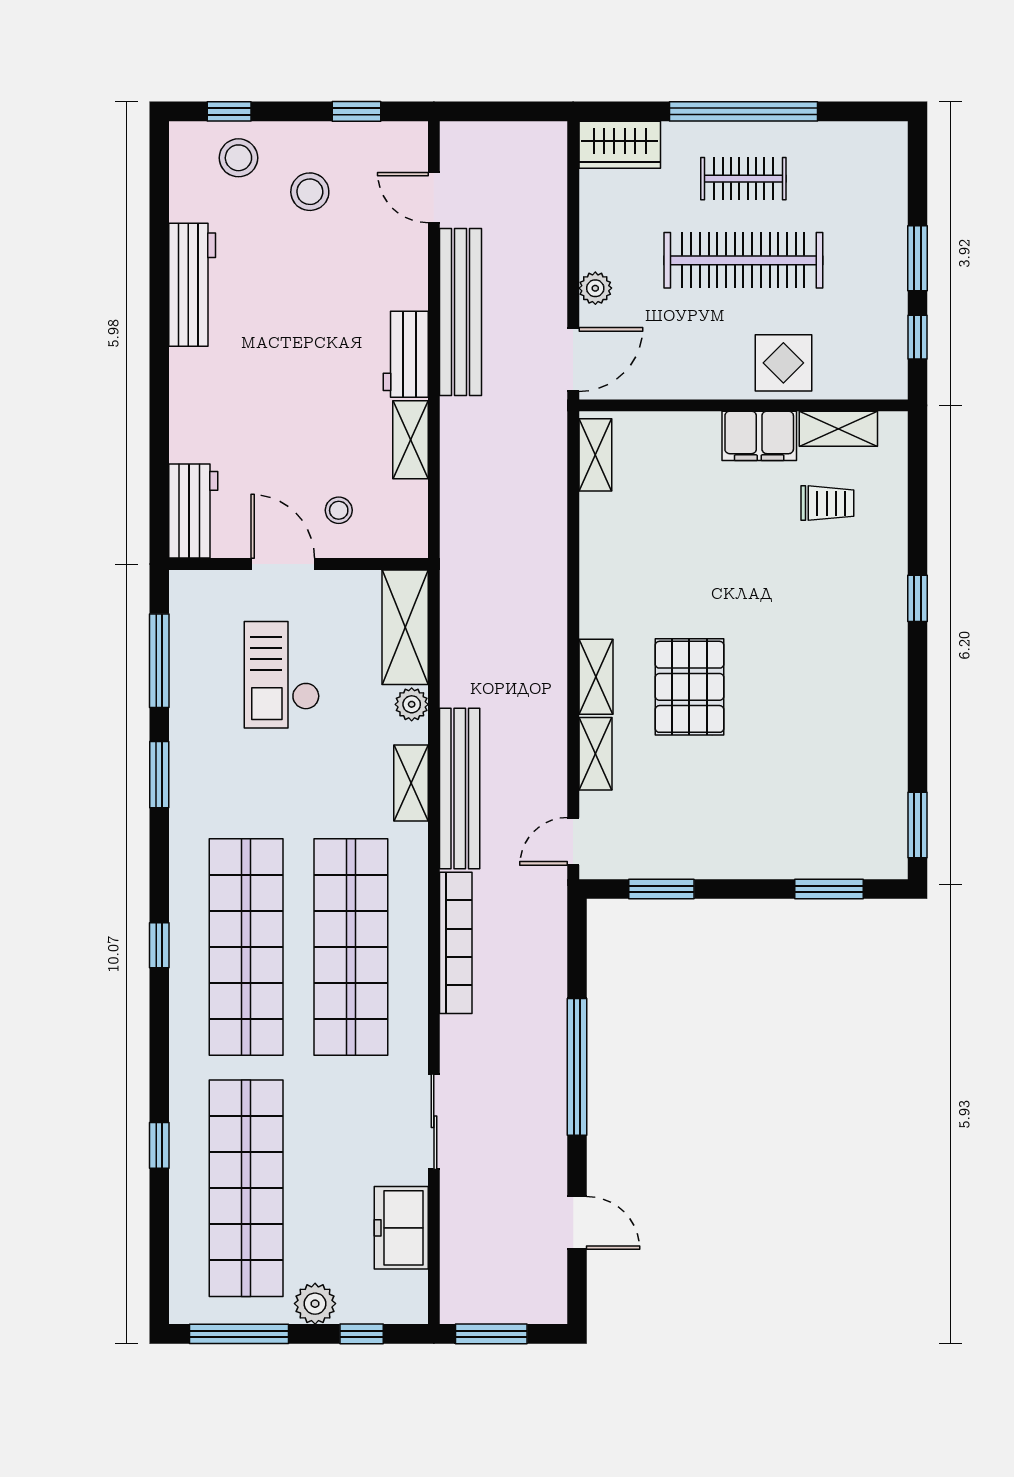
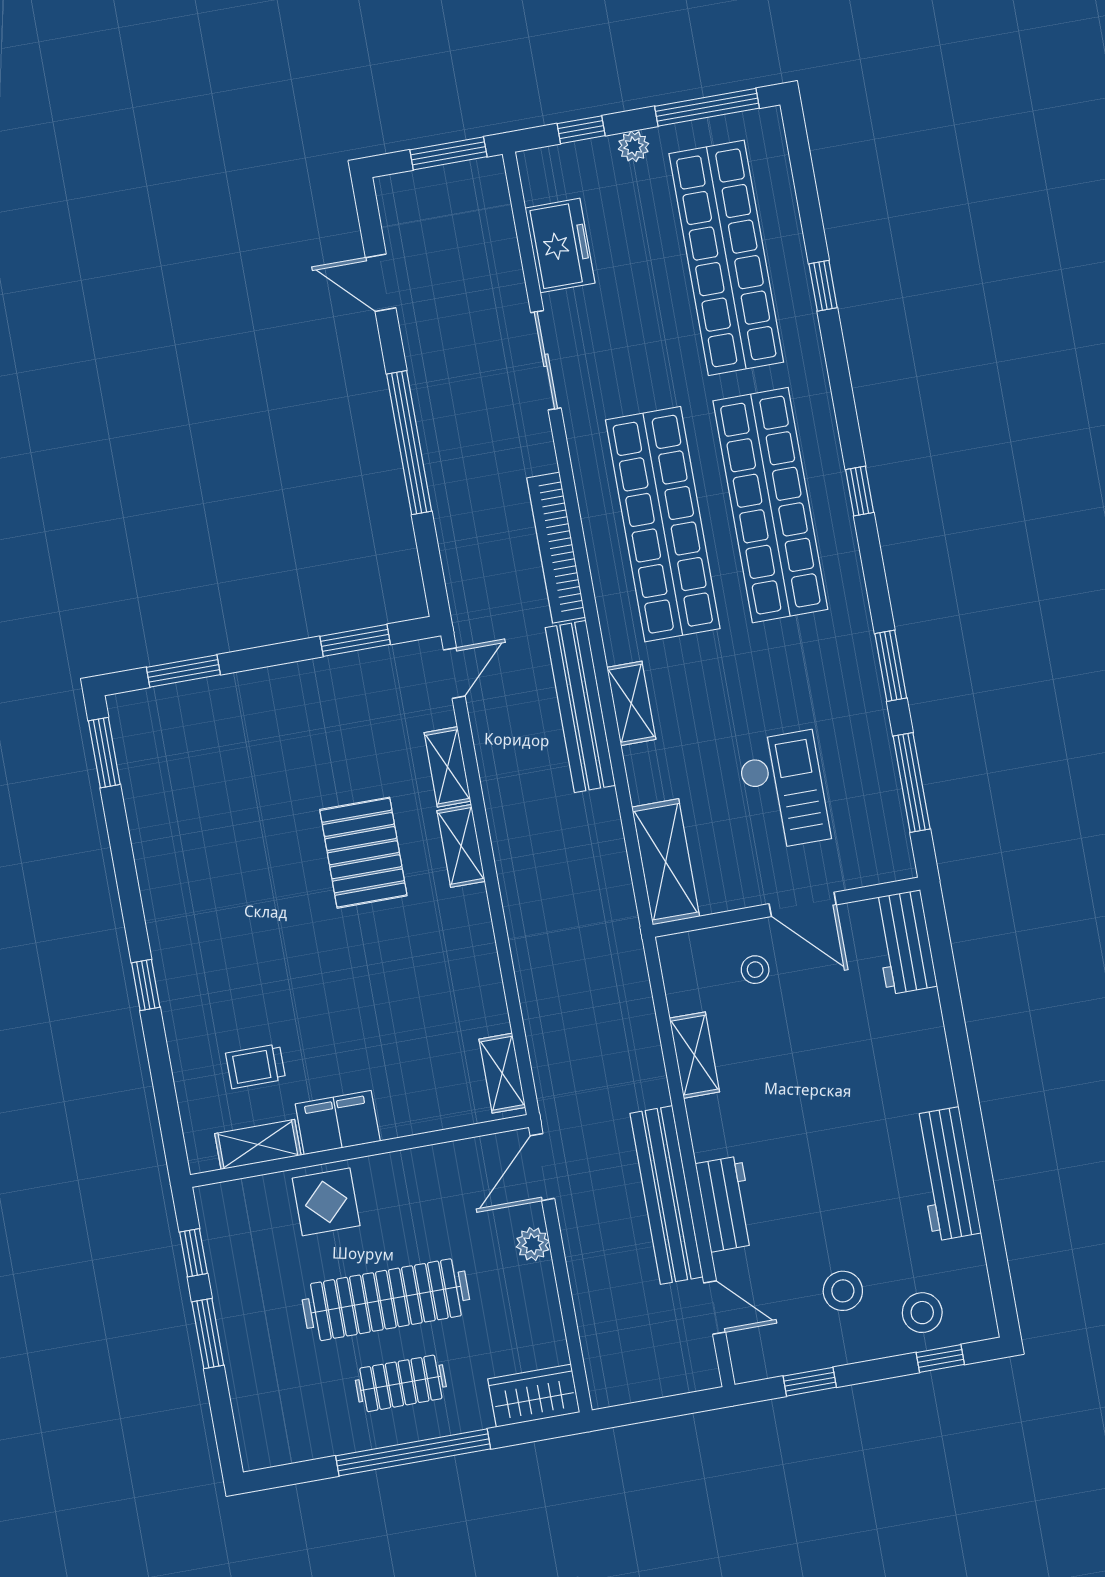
workbench: (406, 354) -> (726, 1204), moved
plant: (412, 704) -> (645, 784), removed
plant: (315, 1304) -> (634, 146), width x0.73, depth x0.73

